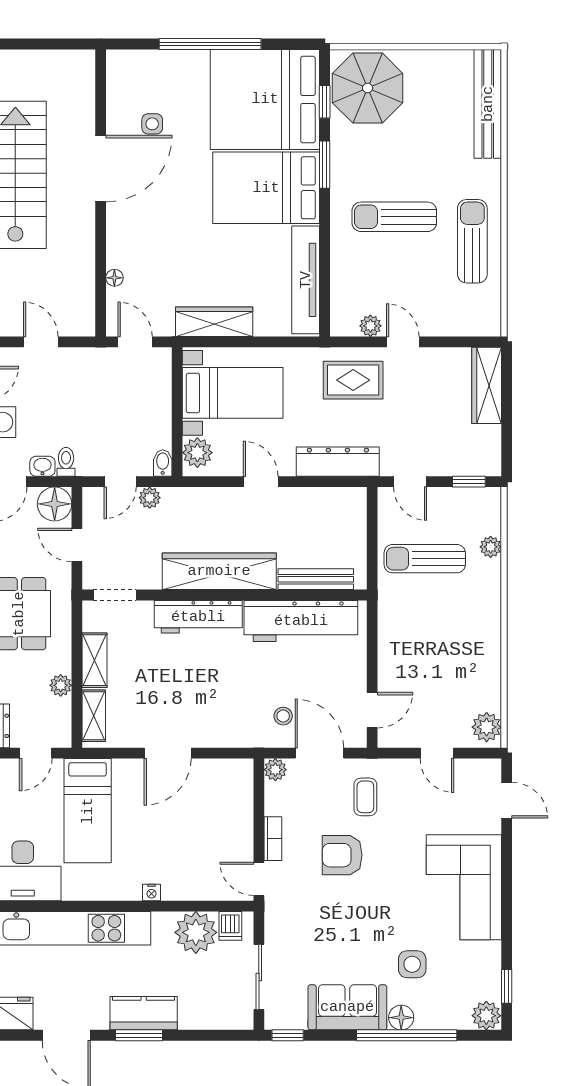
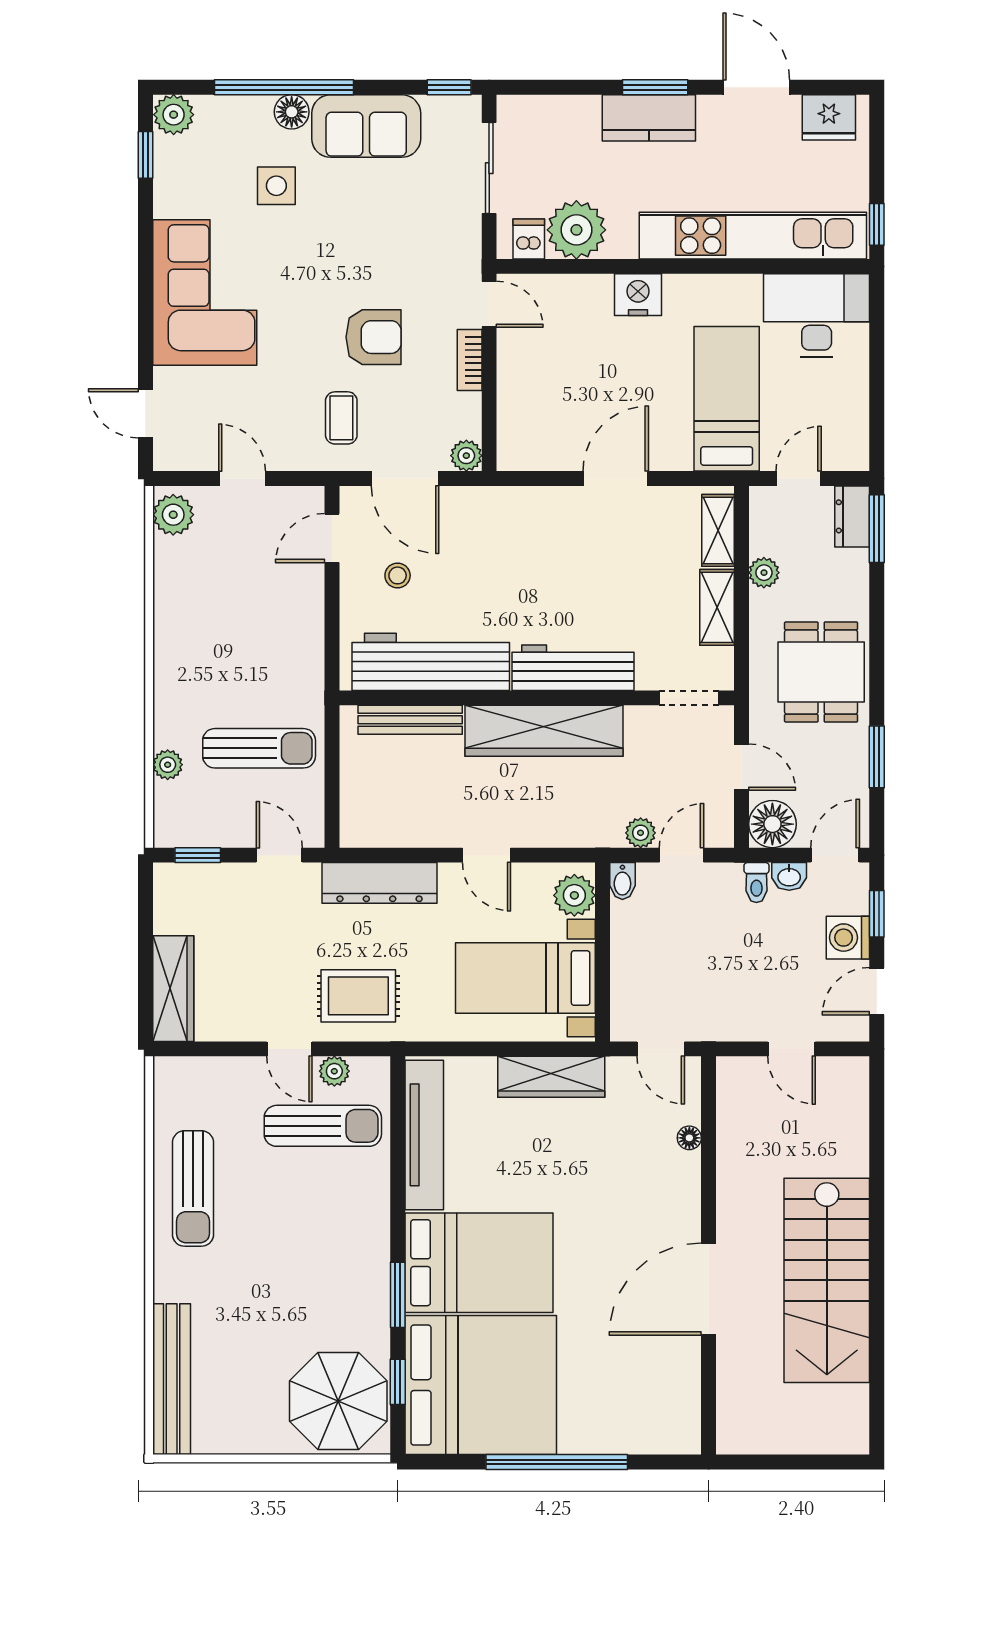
side table: (152, 124) -> (637, 1351), removed
sun lounger: (394, 217) -> (323, 1126), moved
stool: (283, 716) -> (398, 575), moved
nightstand: (151, 892) -> (638, 295), width x1.89, depth x1.79

